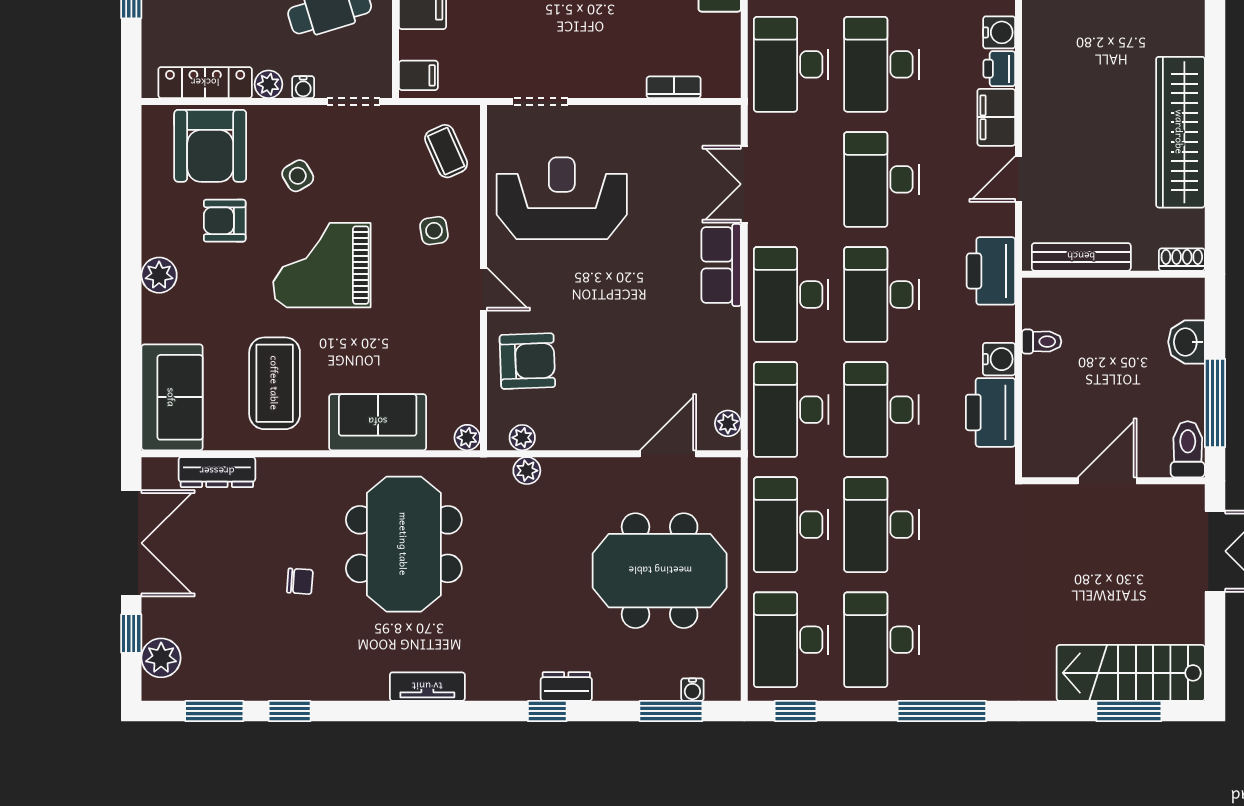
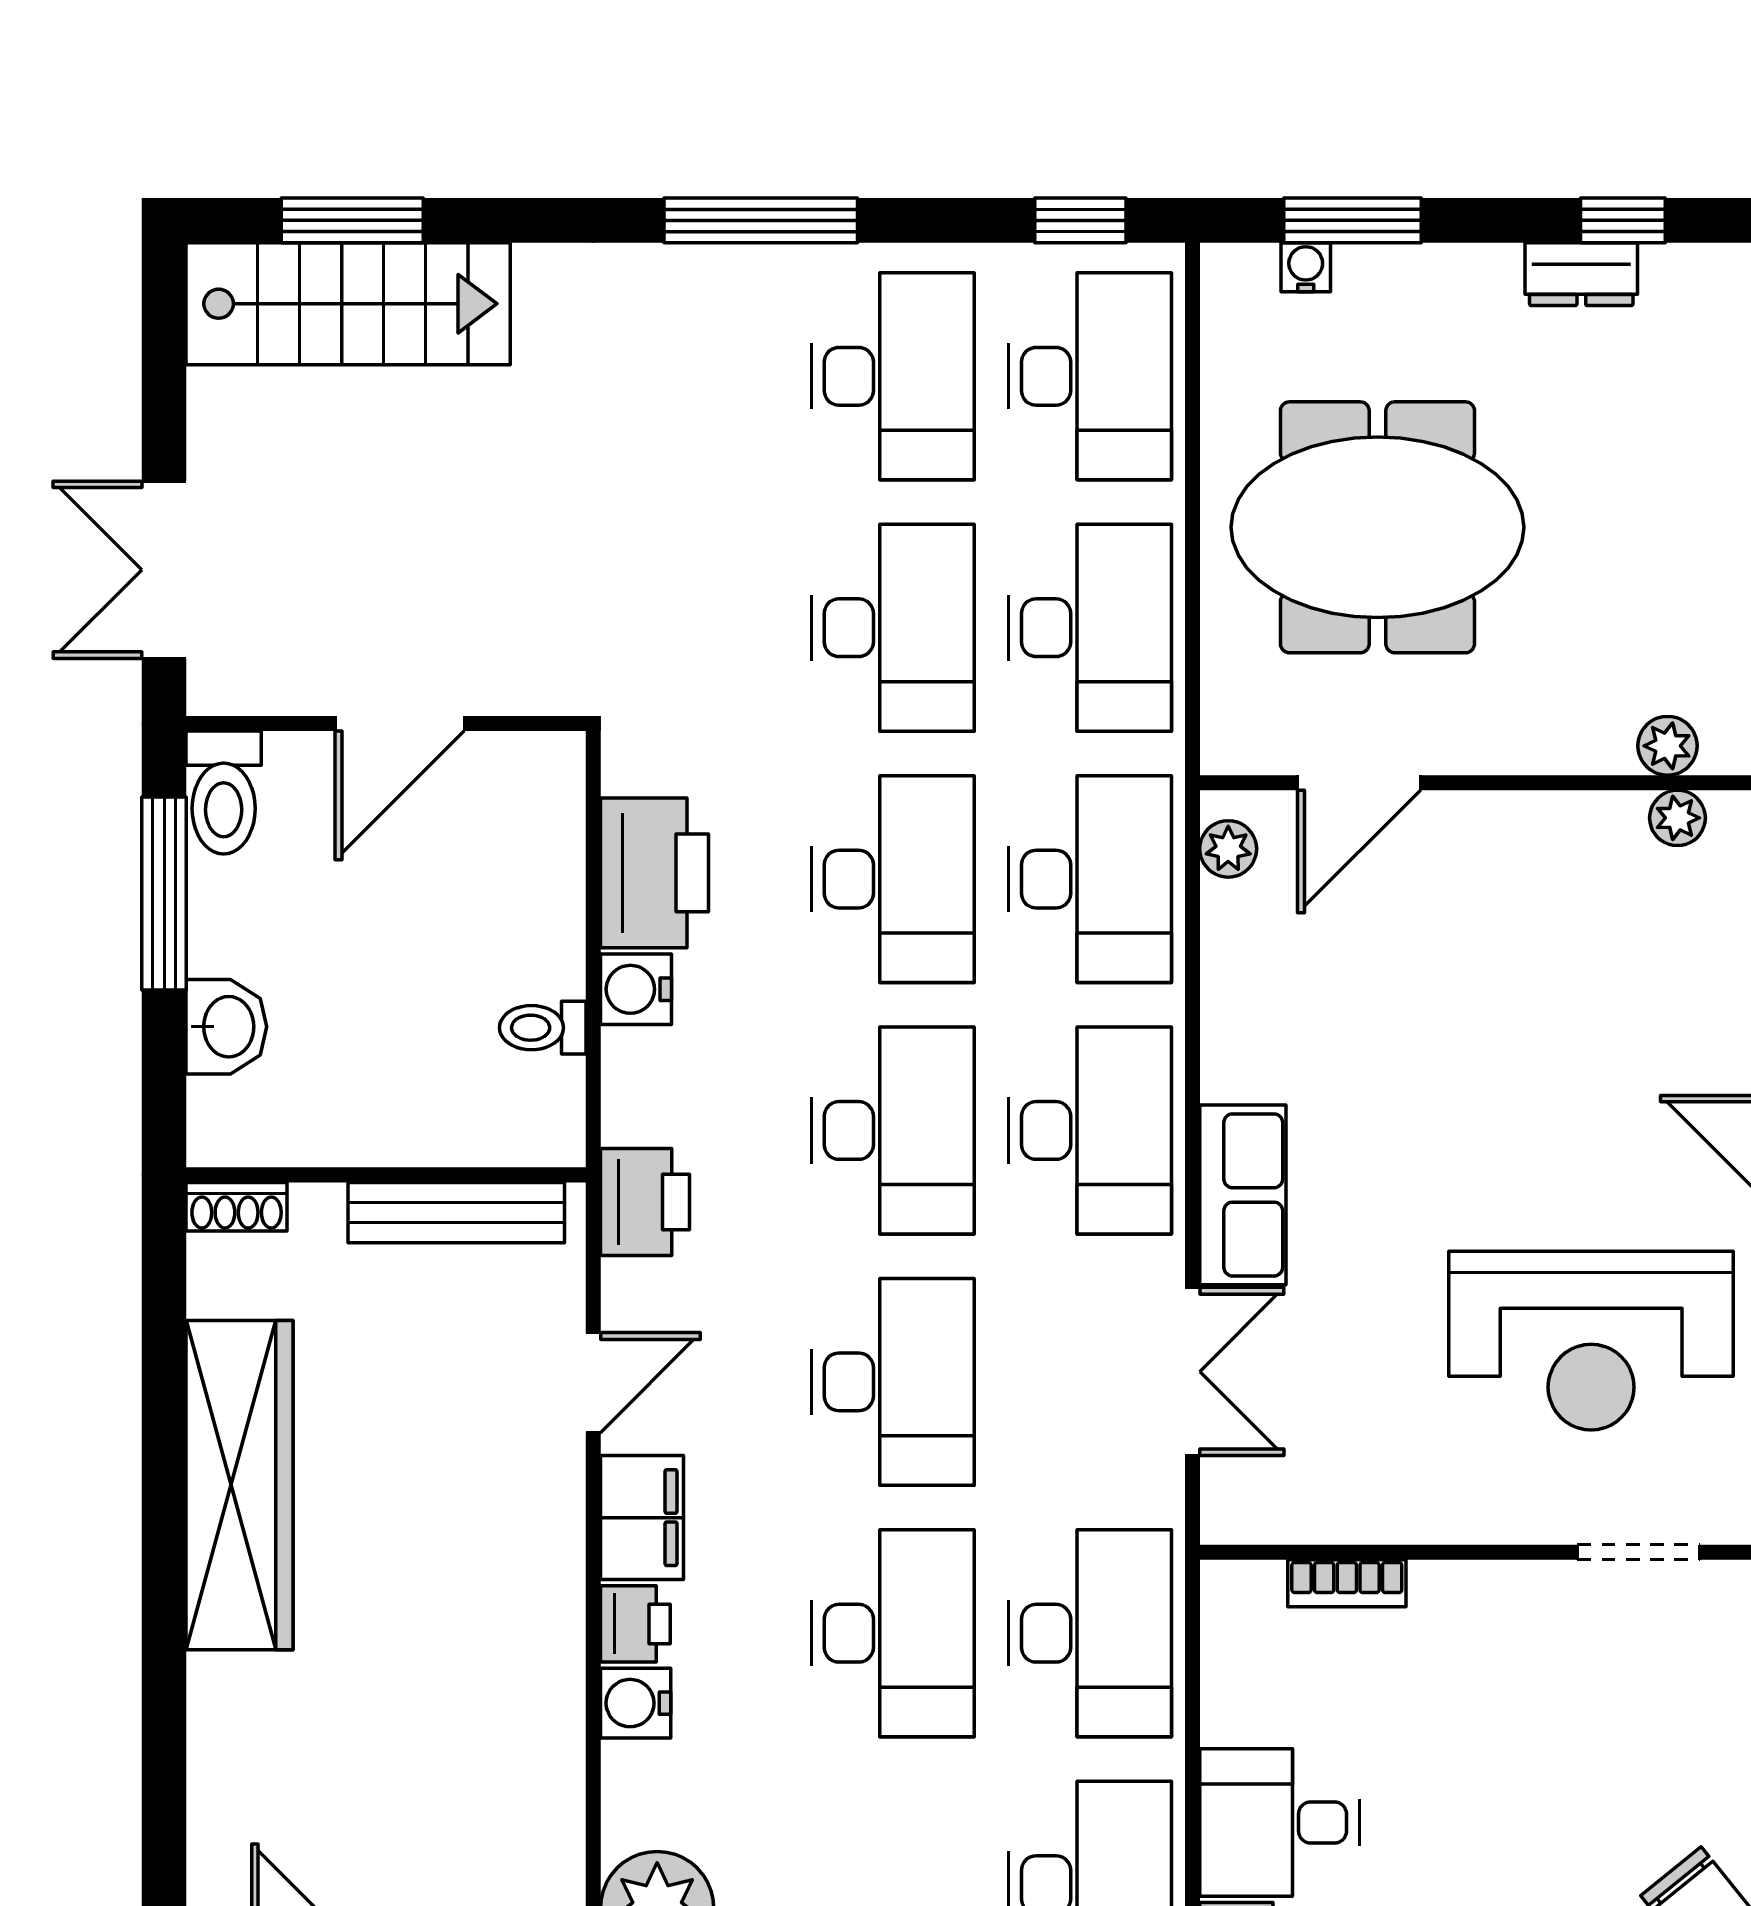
printer: (991, 271) -> (645, 1202), width x0.73, depth x0.84
armchair: (527, 361) -> (1666, 985), removed

